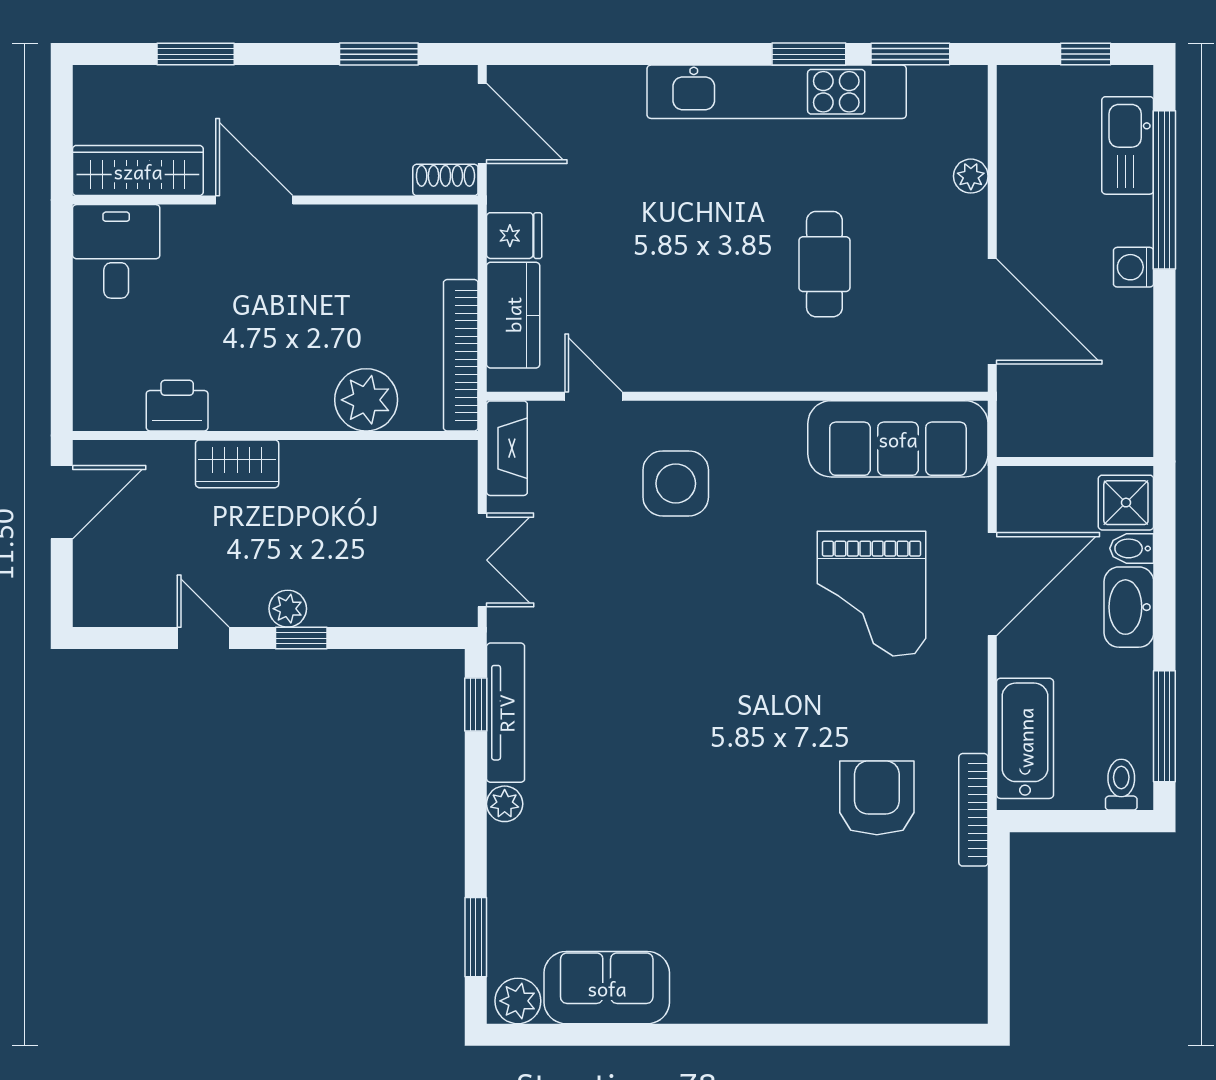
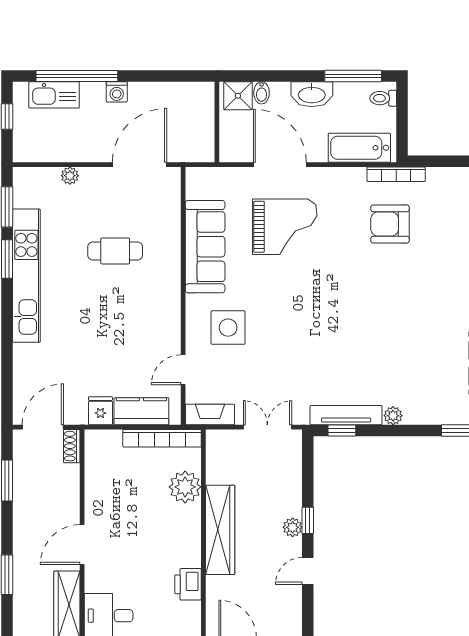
sofa: (898, 439) -> (205, 247), moved
wardrobe: (237, 464) -> (220, 530), width x2.10, depth x1.17
washbasin: (1129, 607) -> (312, 94), moved

